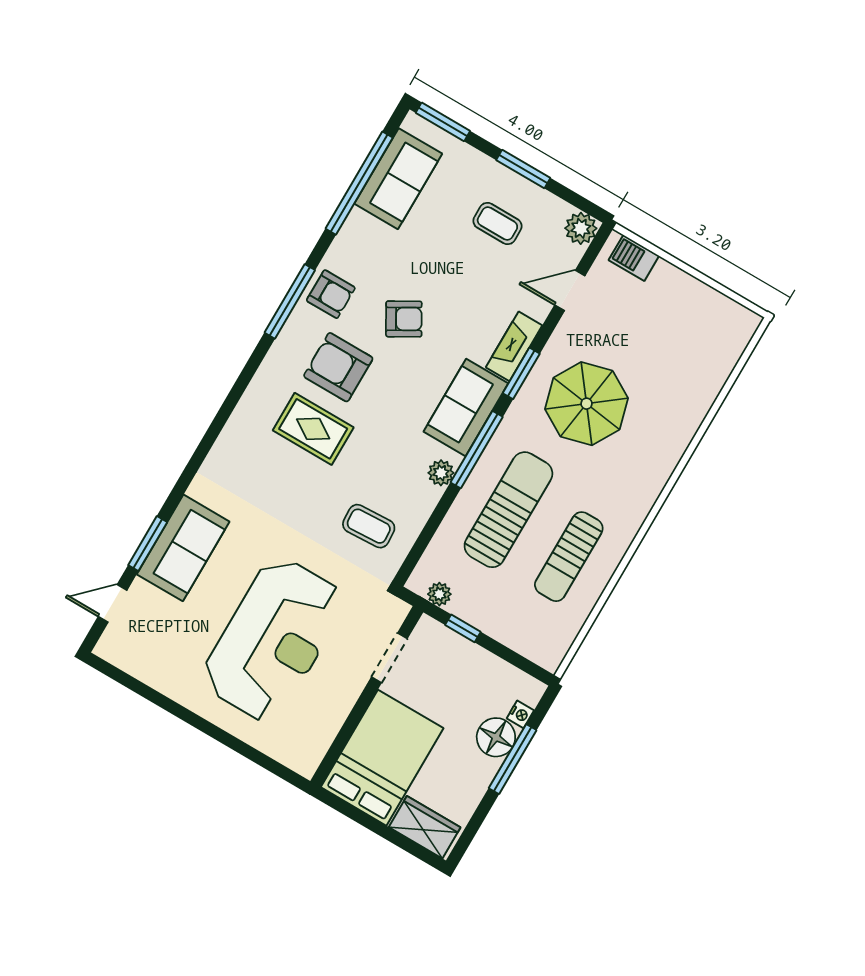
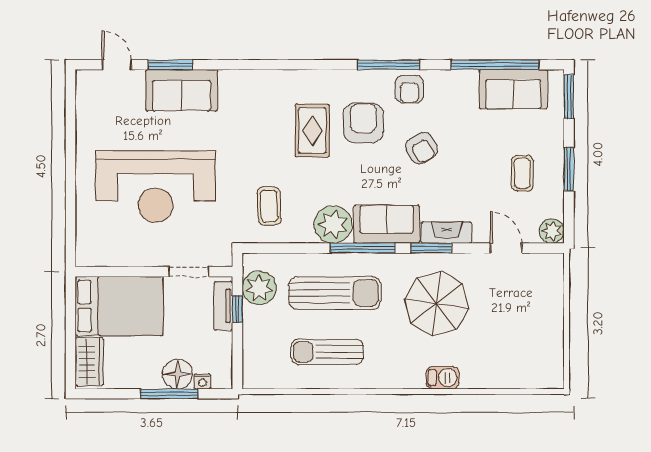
barbecue: (634, 258) -> (443, 378), moved, turned 90
plant: (441, 473) -> (333, 225), width x1.88, depth x1.88
plant: (439, 594) -> (259, 288), width x1.88, depth x1.88
tv unit: (450, 642) -> (223, 306), added

